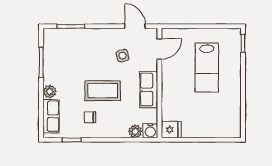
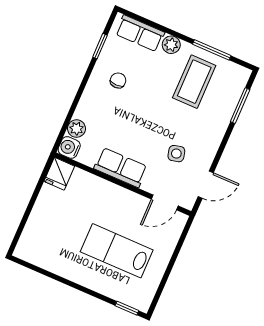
door: (159, 49) -> (165, 202), hinge flipped
coffee table: (103, 91) -> (194, 82), moved

